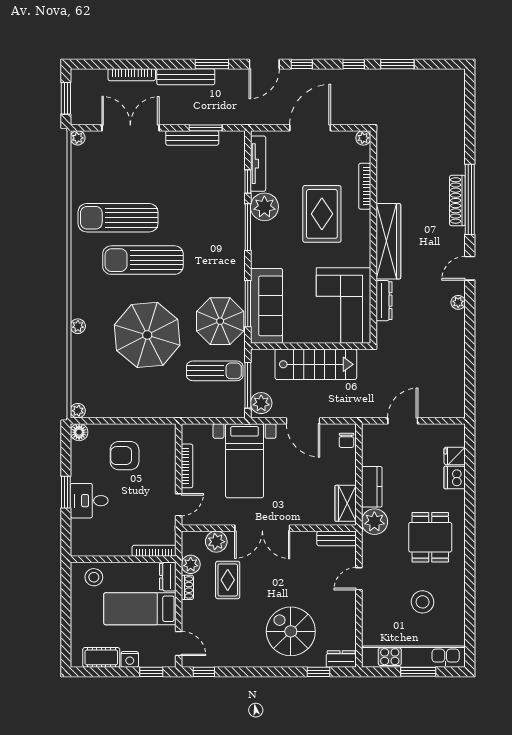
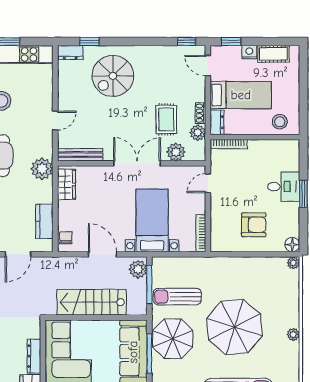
bookcase: (187, 466) -> (201, 233), moved
kitchen counter: (372, 487) -> (44, 221), moved
bench: (337, 538) -> (80, 155), width x1.36
spiral stairs: (291, 631) -> (113, 76), turned 90

